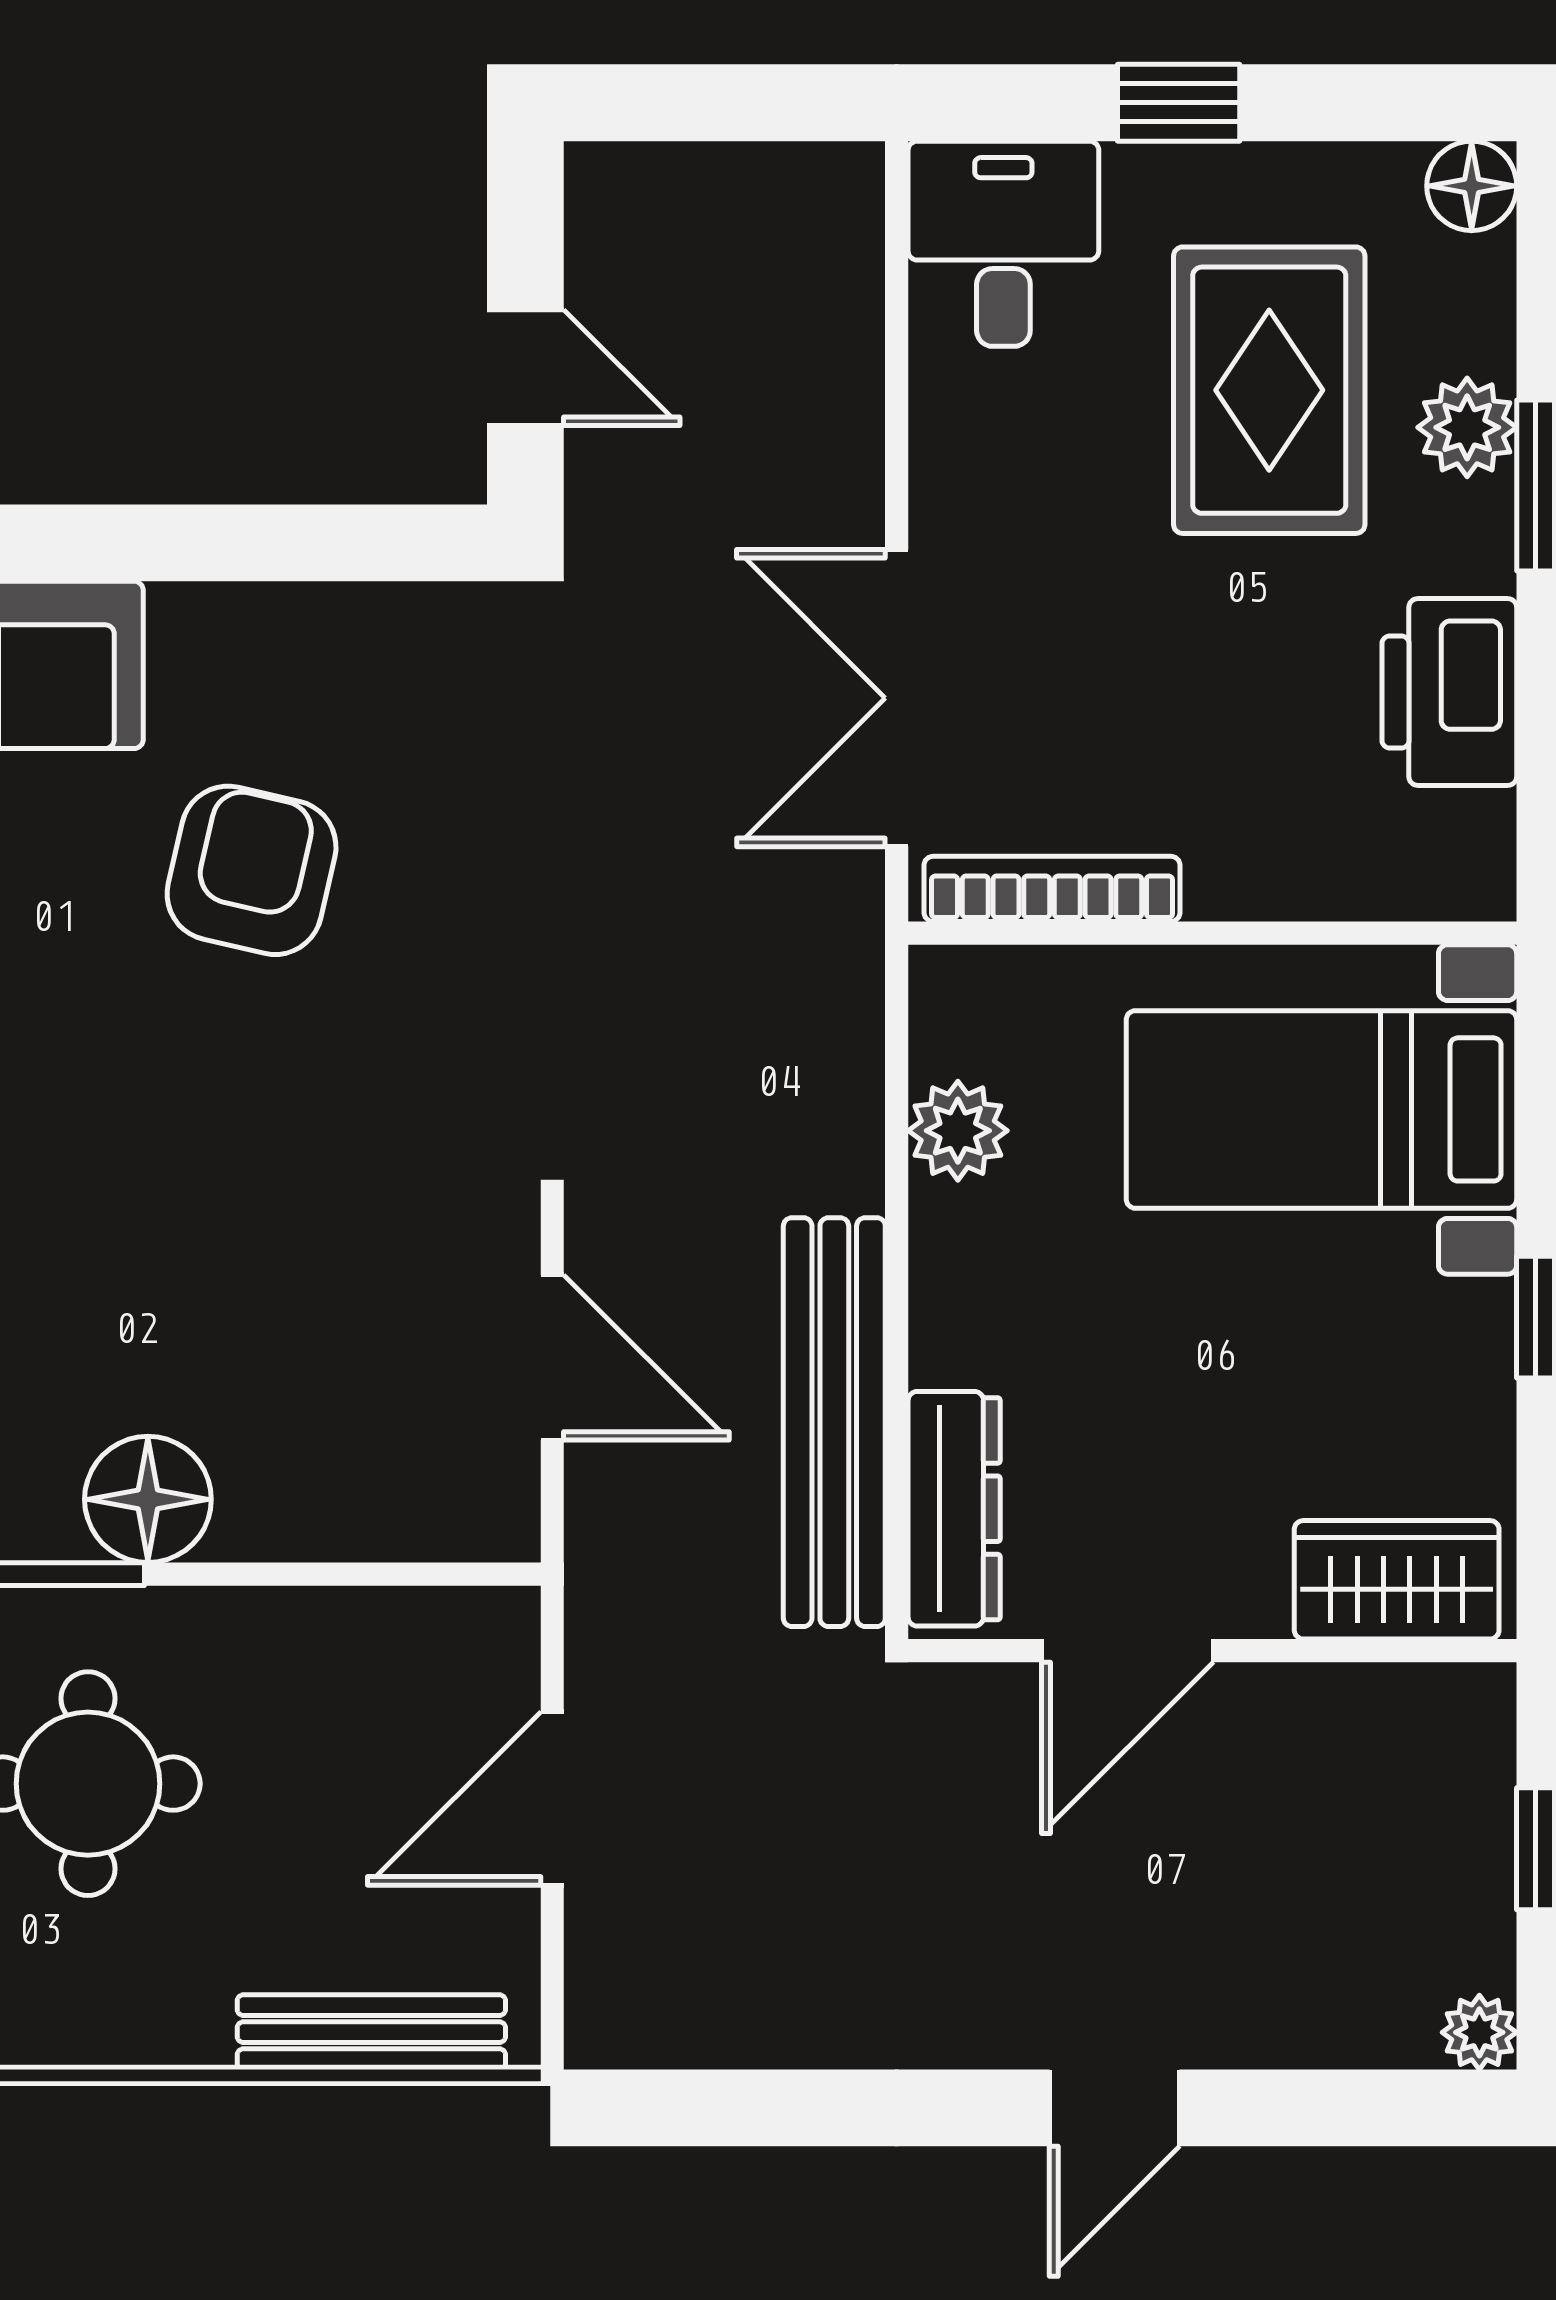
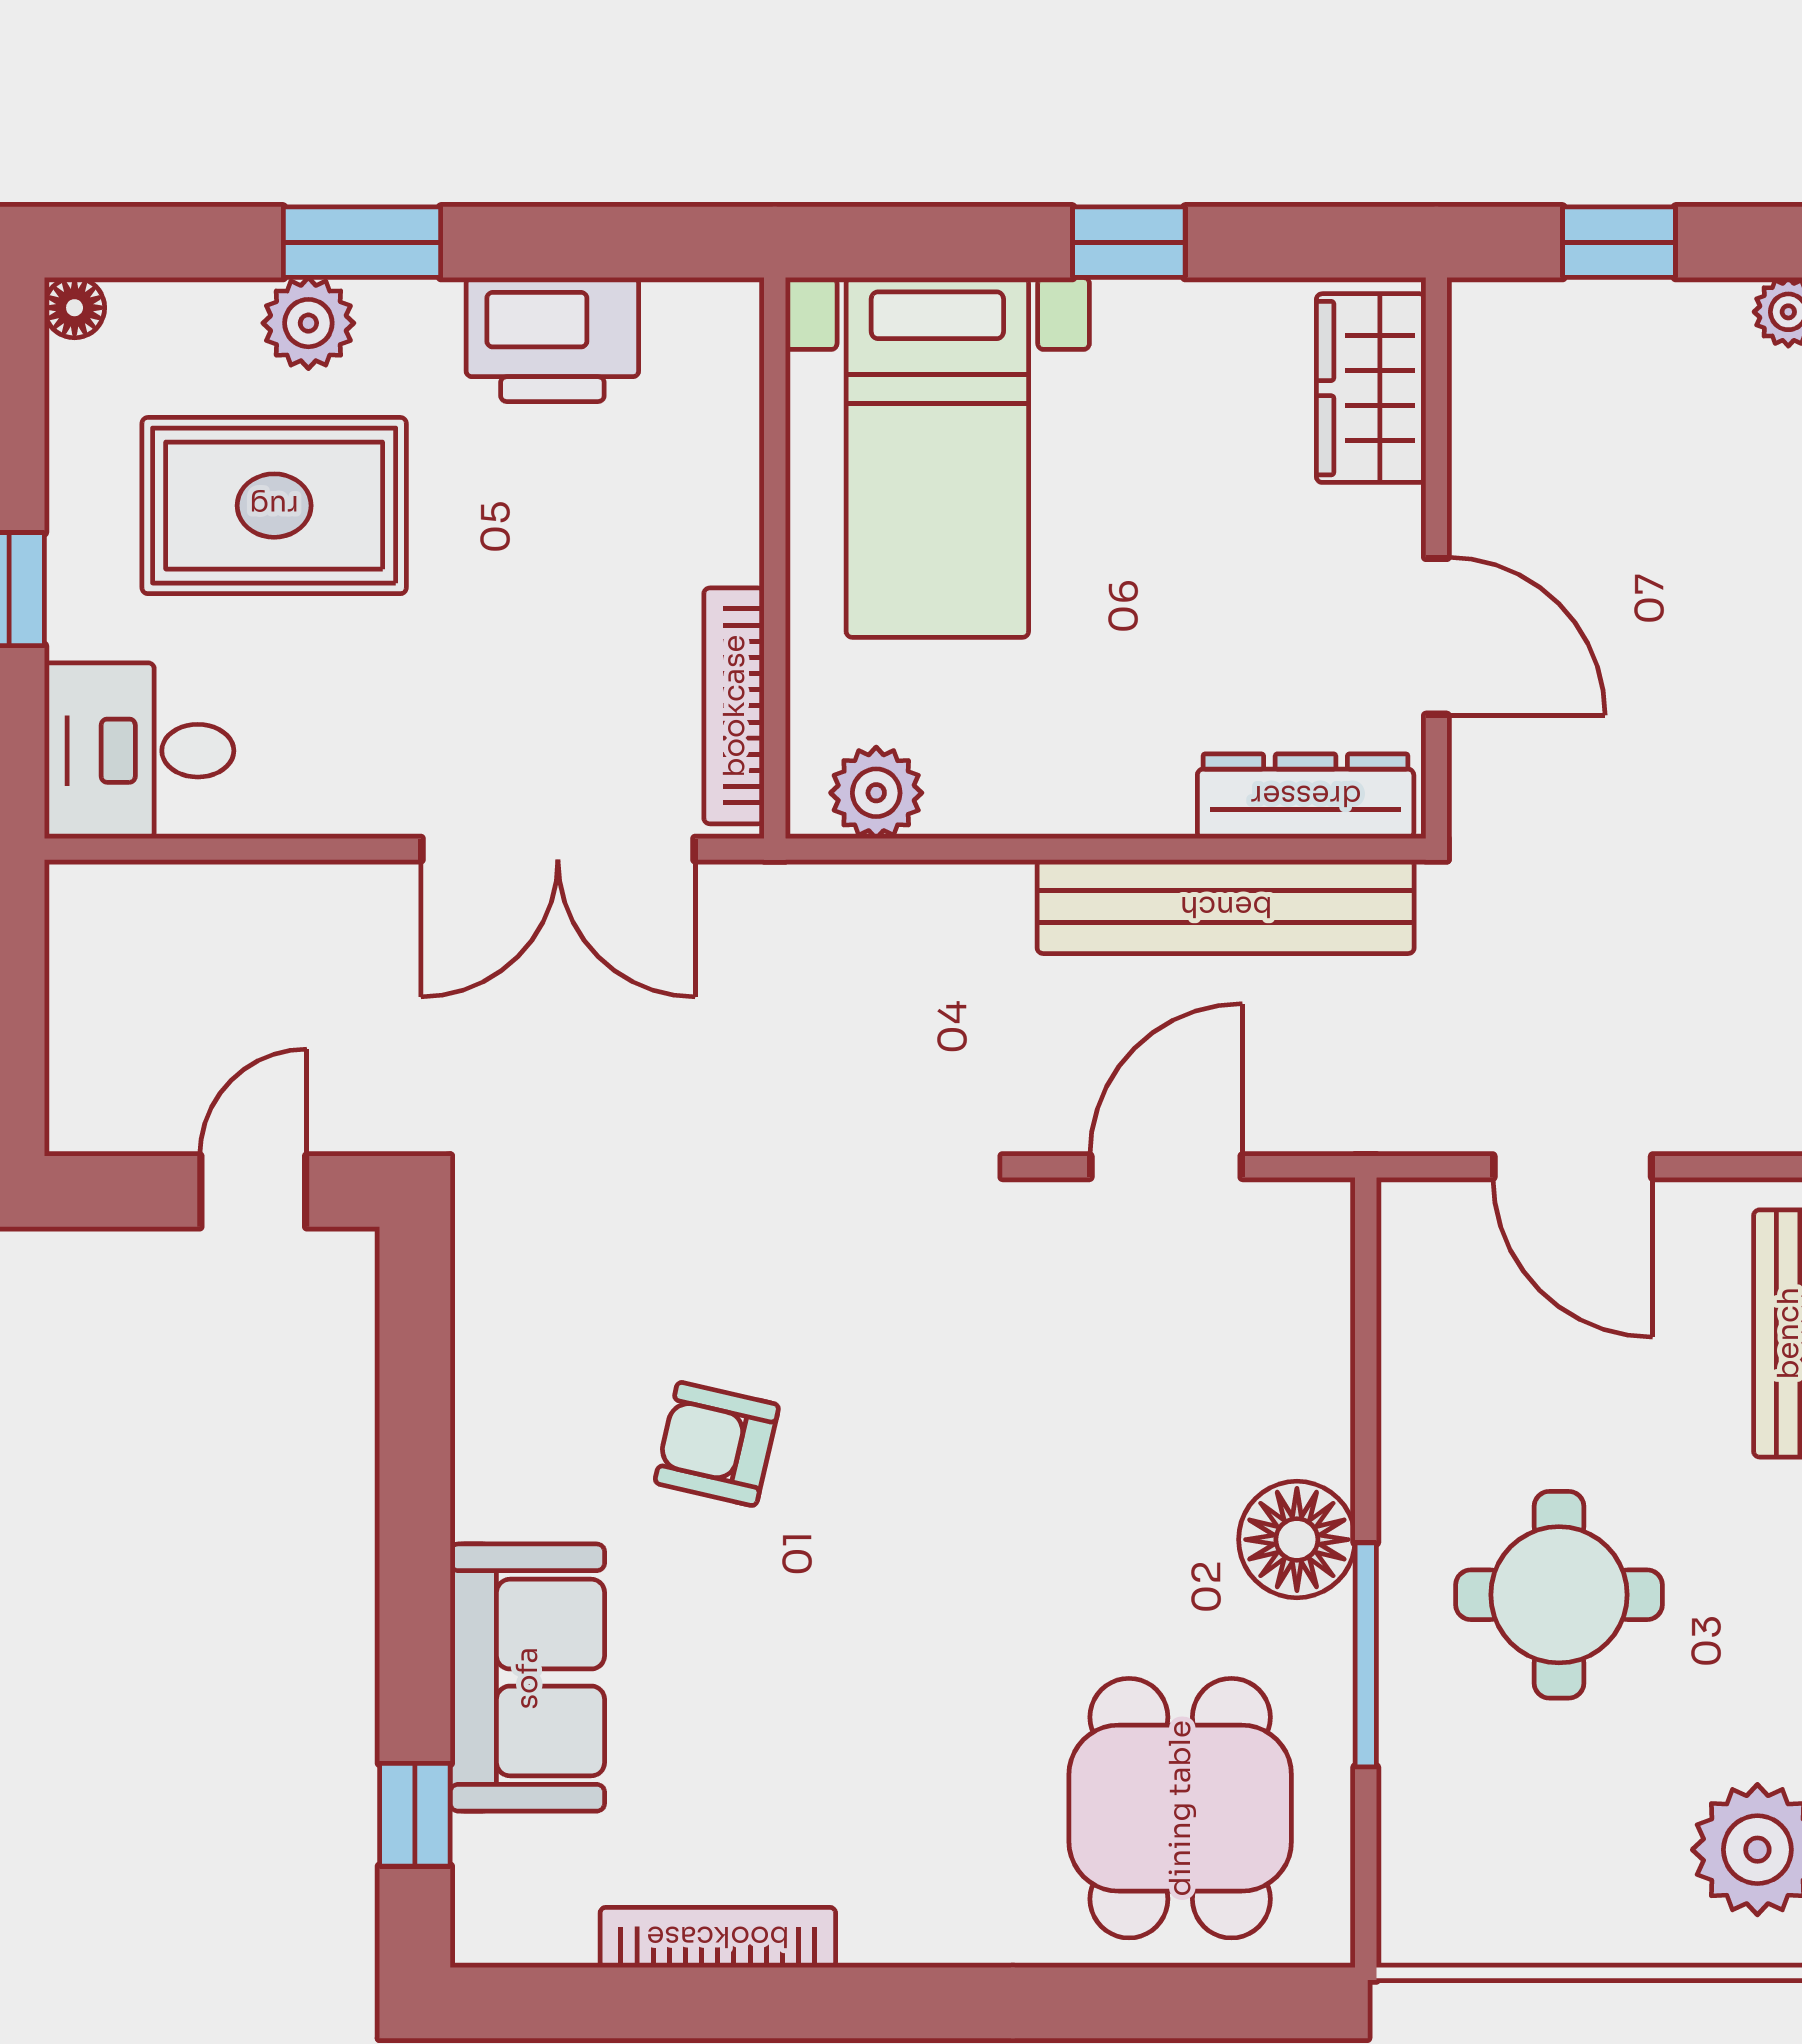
floor lamp: (1472, 186) -> (75, 308), width x0.73, depth x0.73
armchair: (252, 870) -> (717, 1444), width x0.72, depth x0.72
plant: (958, 1131) -> (876, 793), moved

